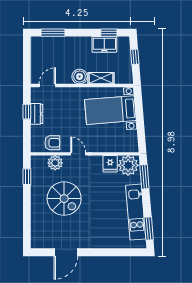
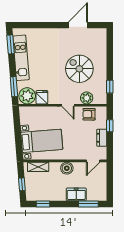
freezer: (104, 44) -> (76, 194), moved
shelving: (101, 78) -> (38, 167), moved
window: (27, 112) -> (110, 126), moved

